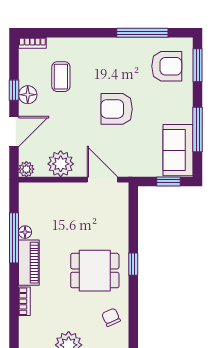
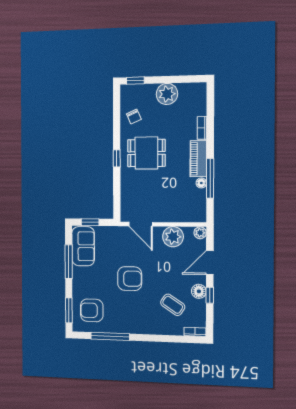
coffee table: (61, 77) -> (173, 305), turned -56

